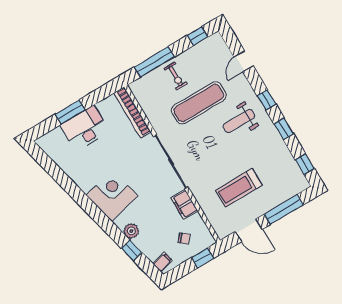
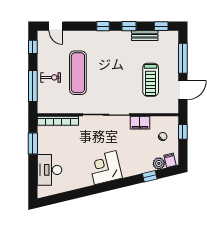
door: (244, 61) -> (56, 26), moved
window: (70, 112) -> (33, 144), moved
weight bench: (239, 121) -> (106, 53), removed
desk: (85, 128) -> (49, 170), moved
bench: (284, 152) -> (145, 36), added
plant: (131, 231) -> (159, 163), moved

